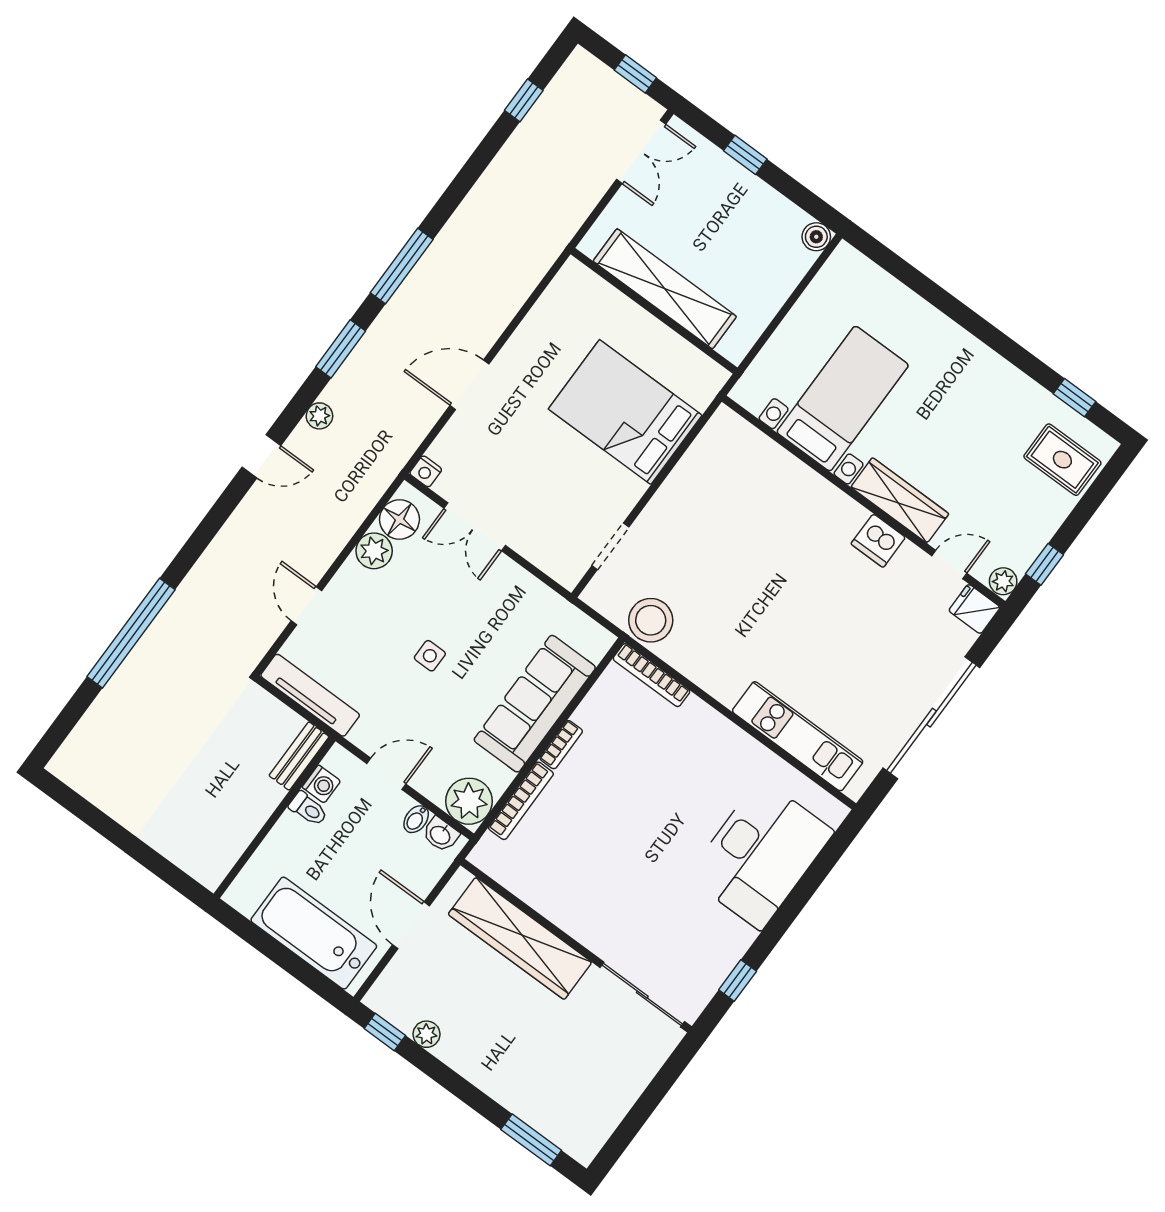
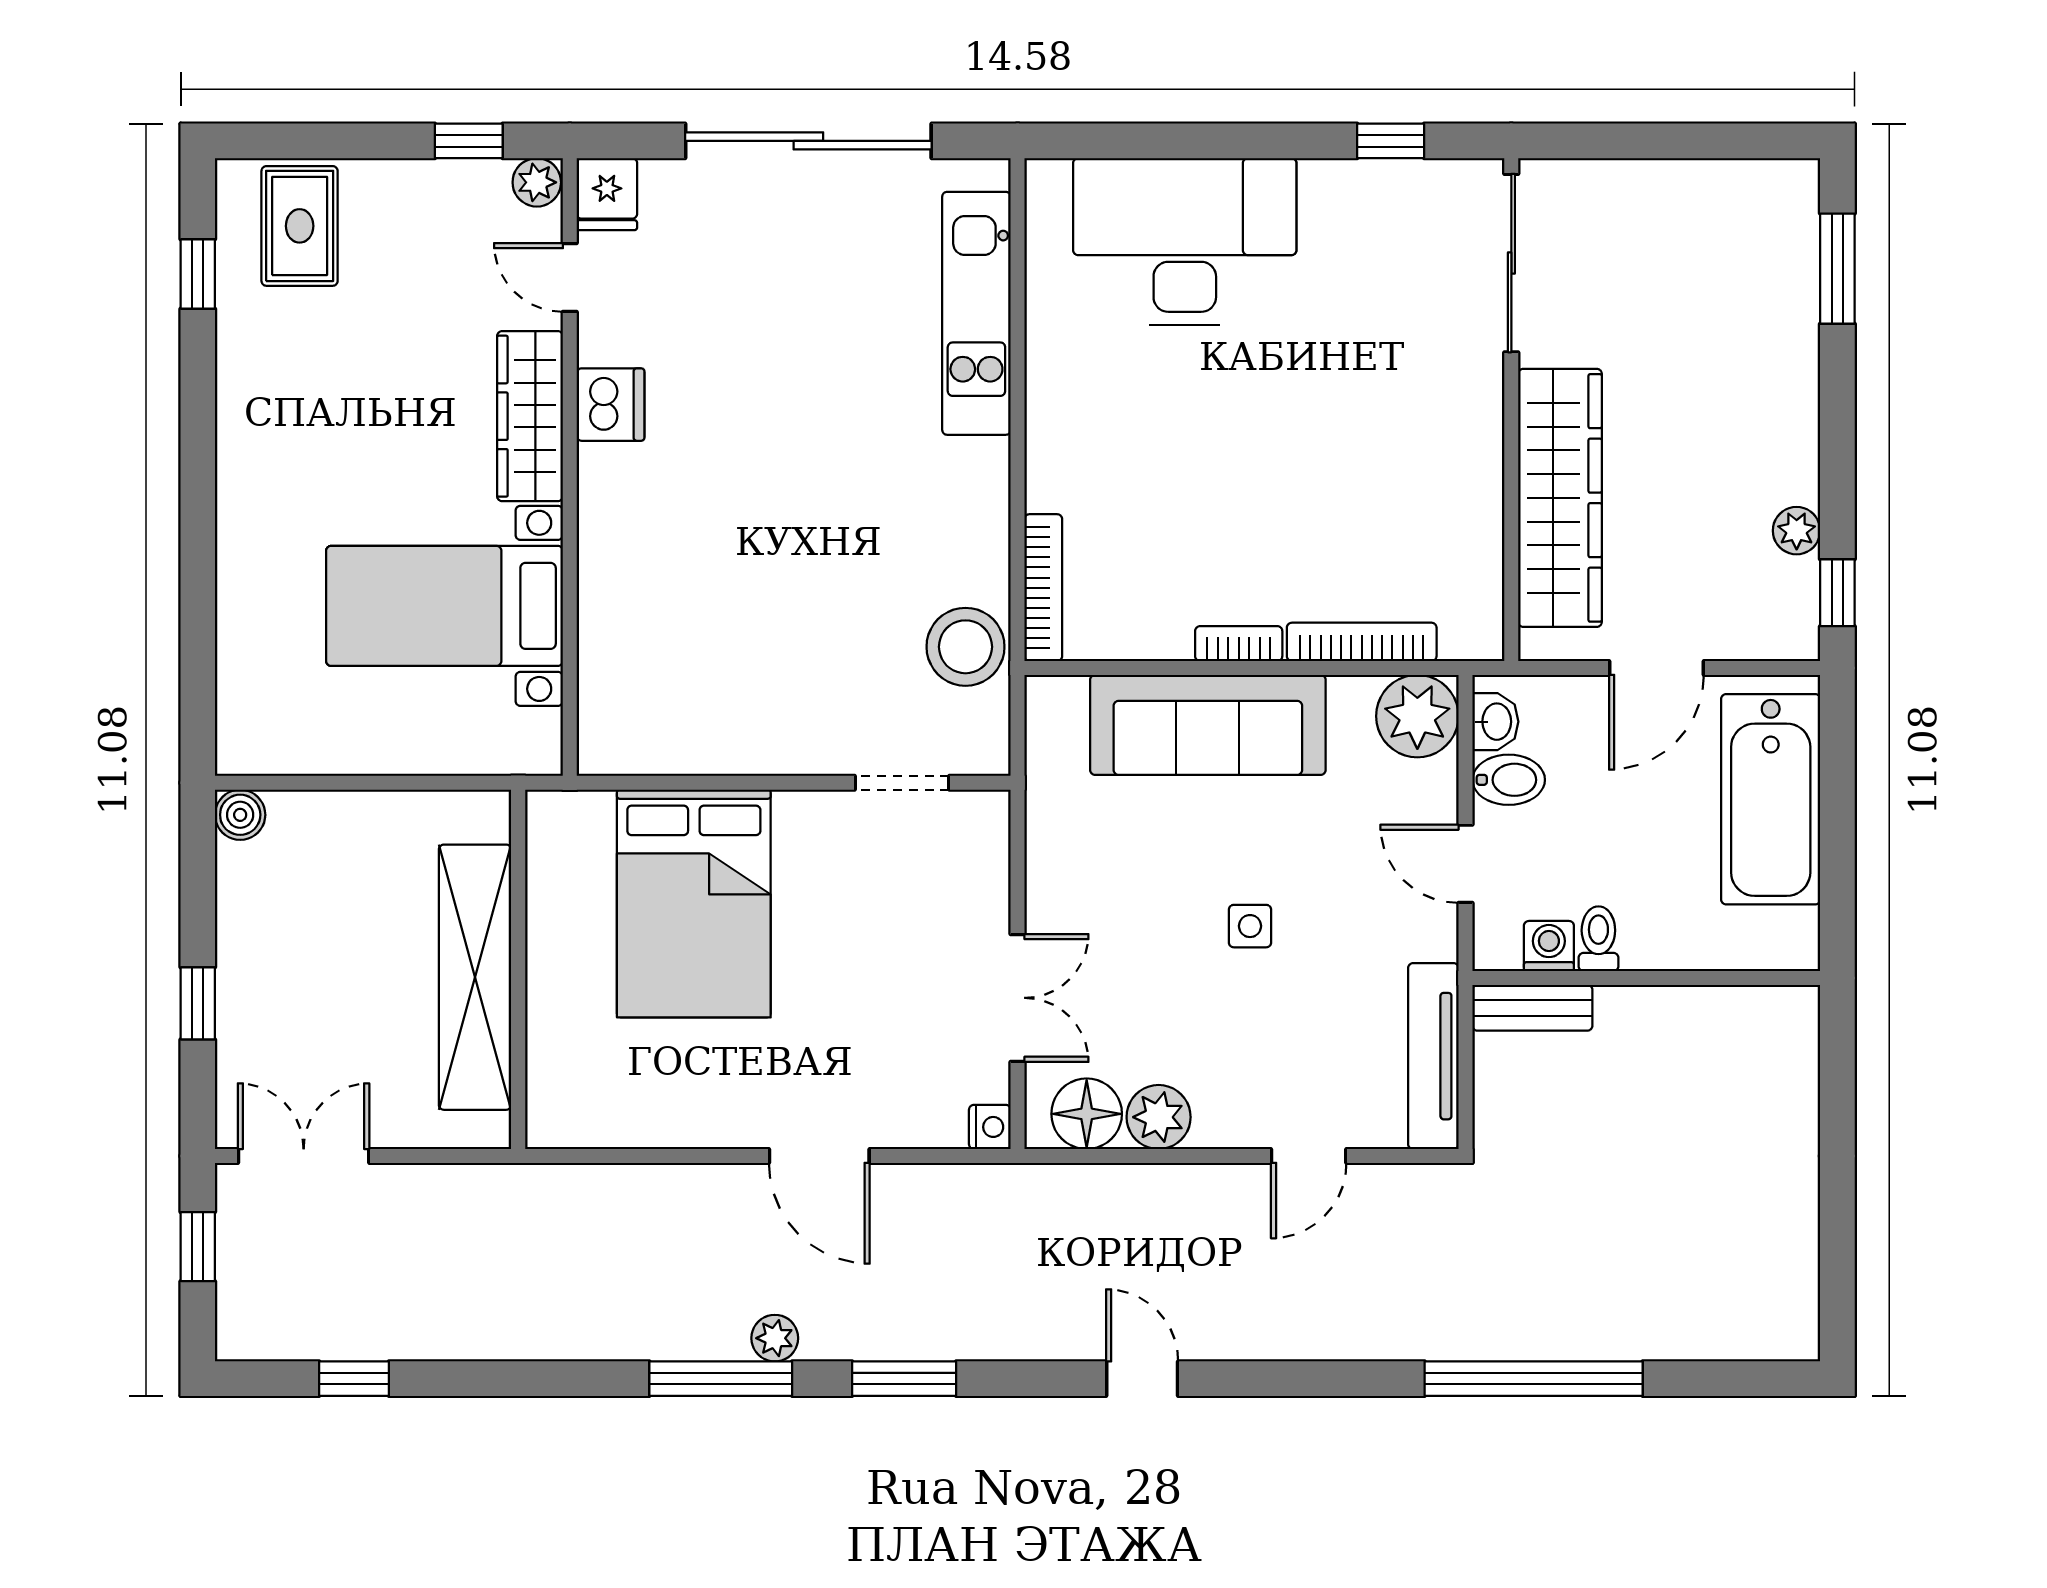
plant: (319, 416) -> (775, 1338), moved
bidet: (416, 819) -> (1509, 780), width x1.38, depth x1.36

